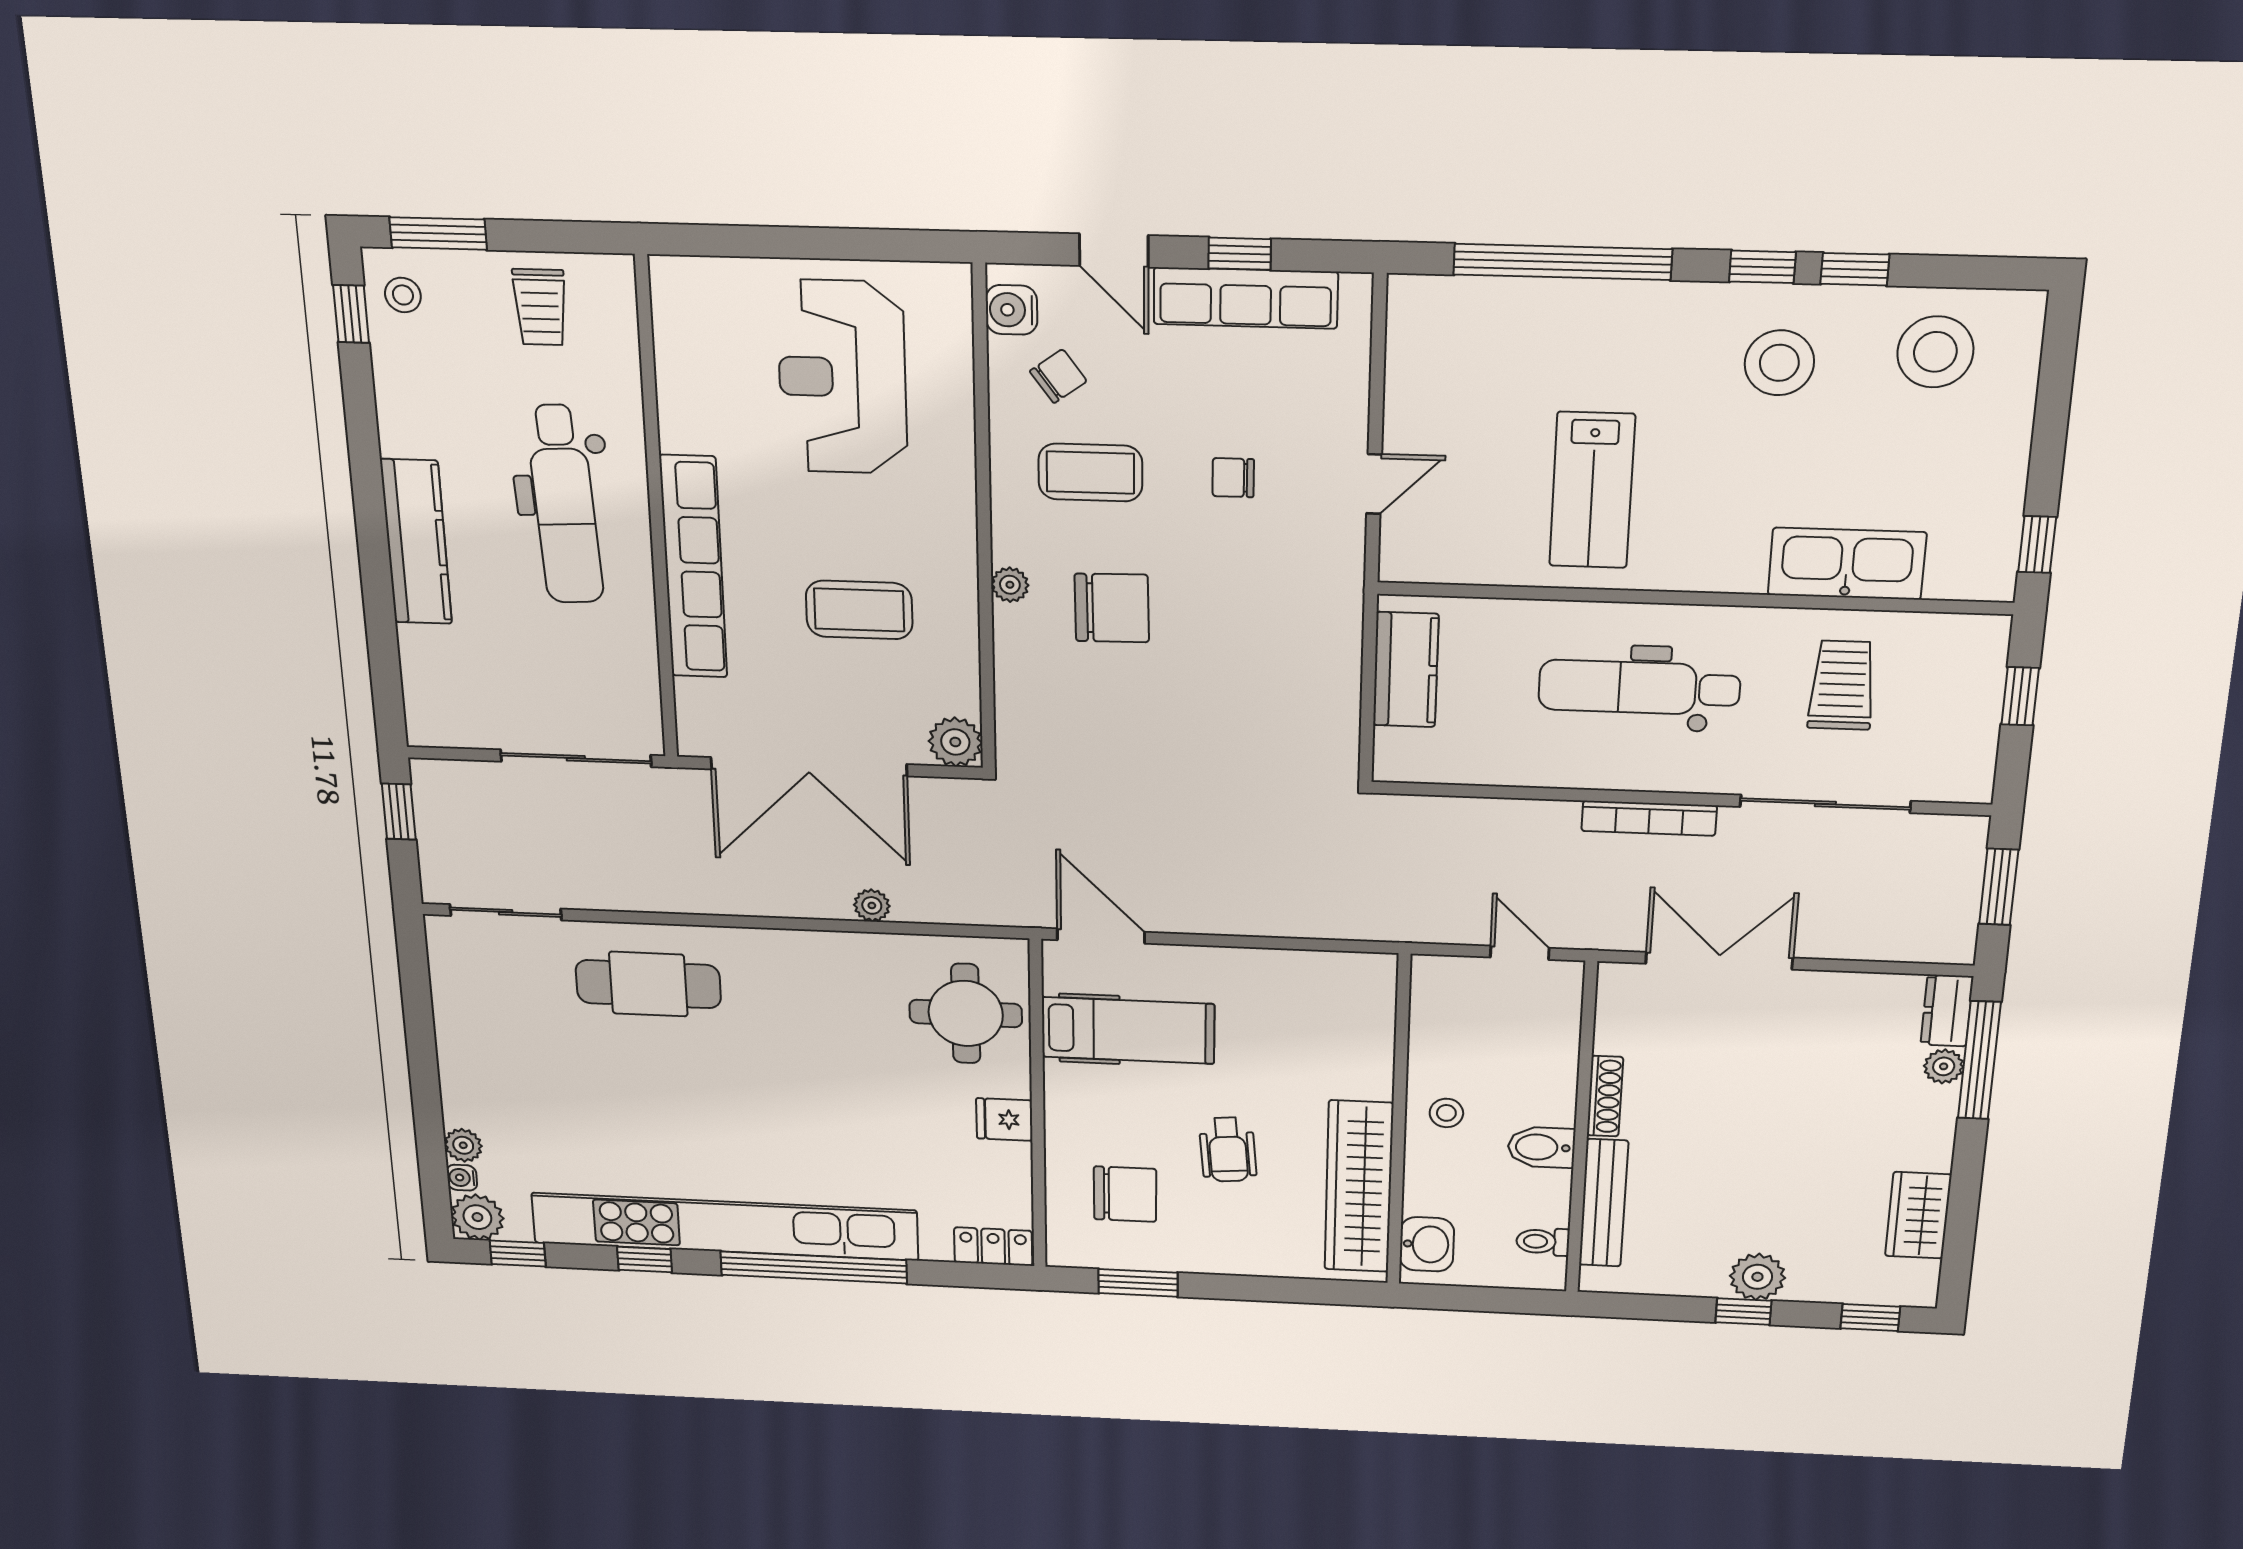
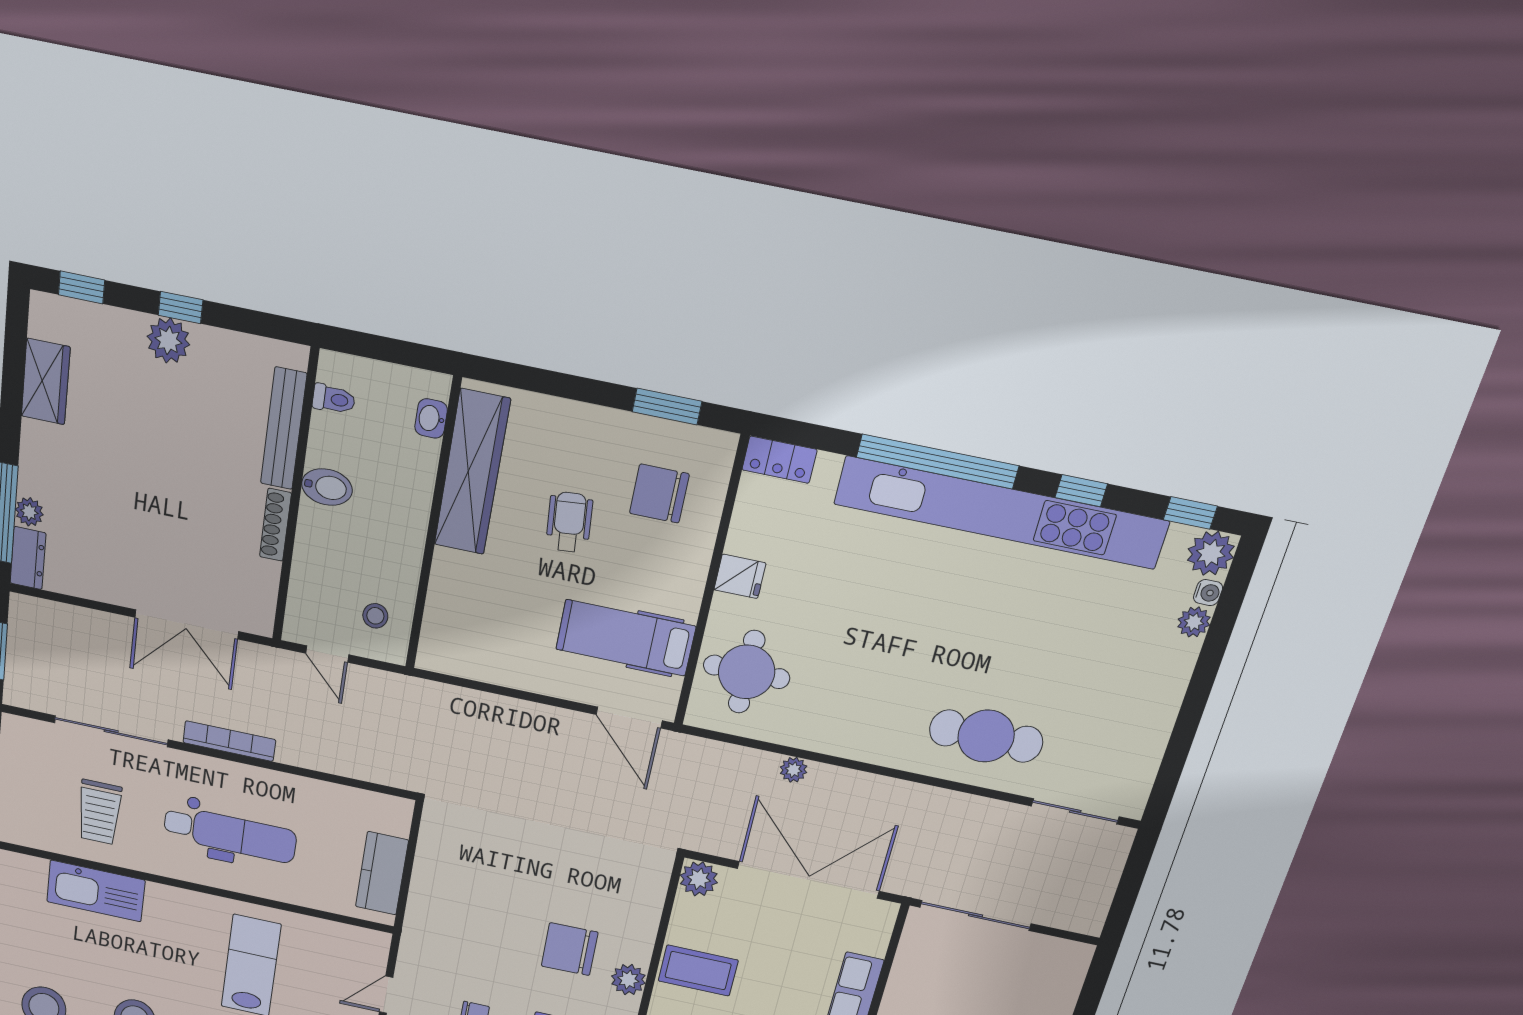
plant: (1010, 585) -> (628, 980), width x1.38, depth x1.38
coffee table: (859, 610) -> (698, 971), moved
window: (399, 812) -> (1124, 901), removed
stool: (1446, 1113) -> (375, 616), moved
washbasin: (1427, 1244) -> (431, 418), width x0.72, depth x0.69

